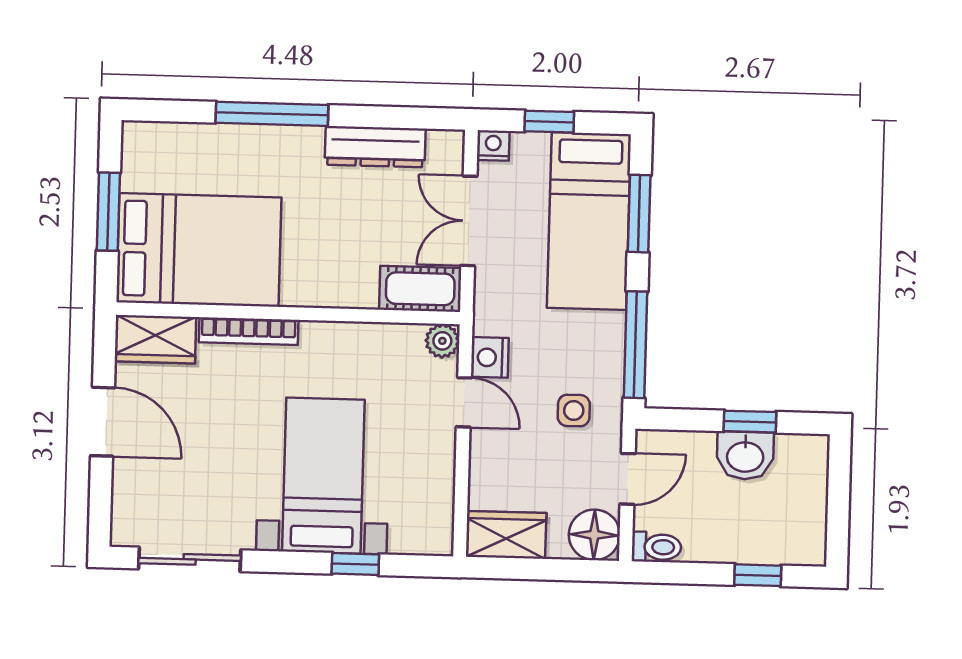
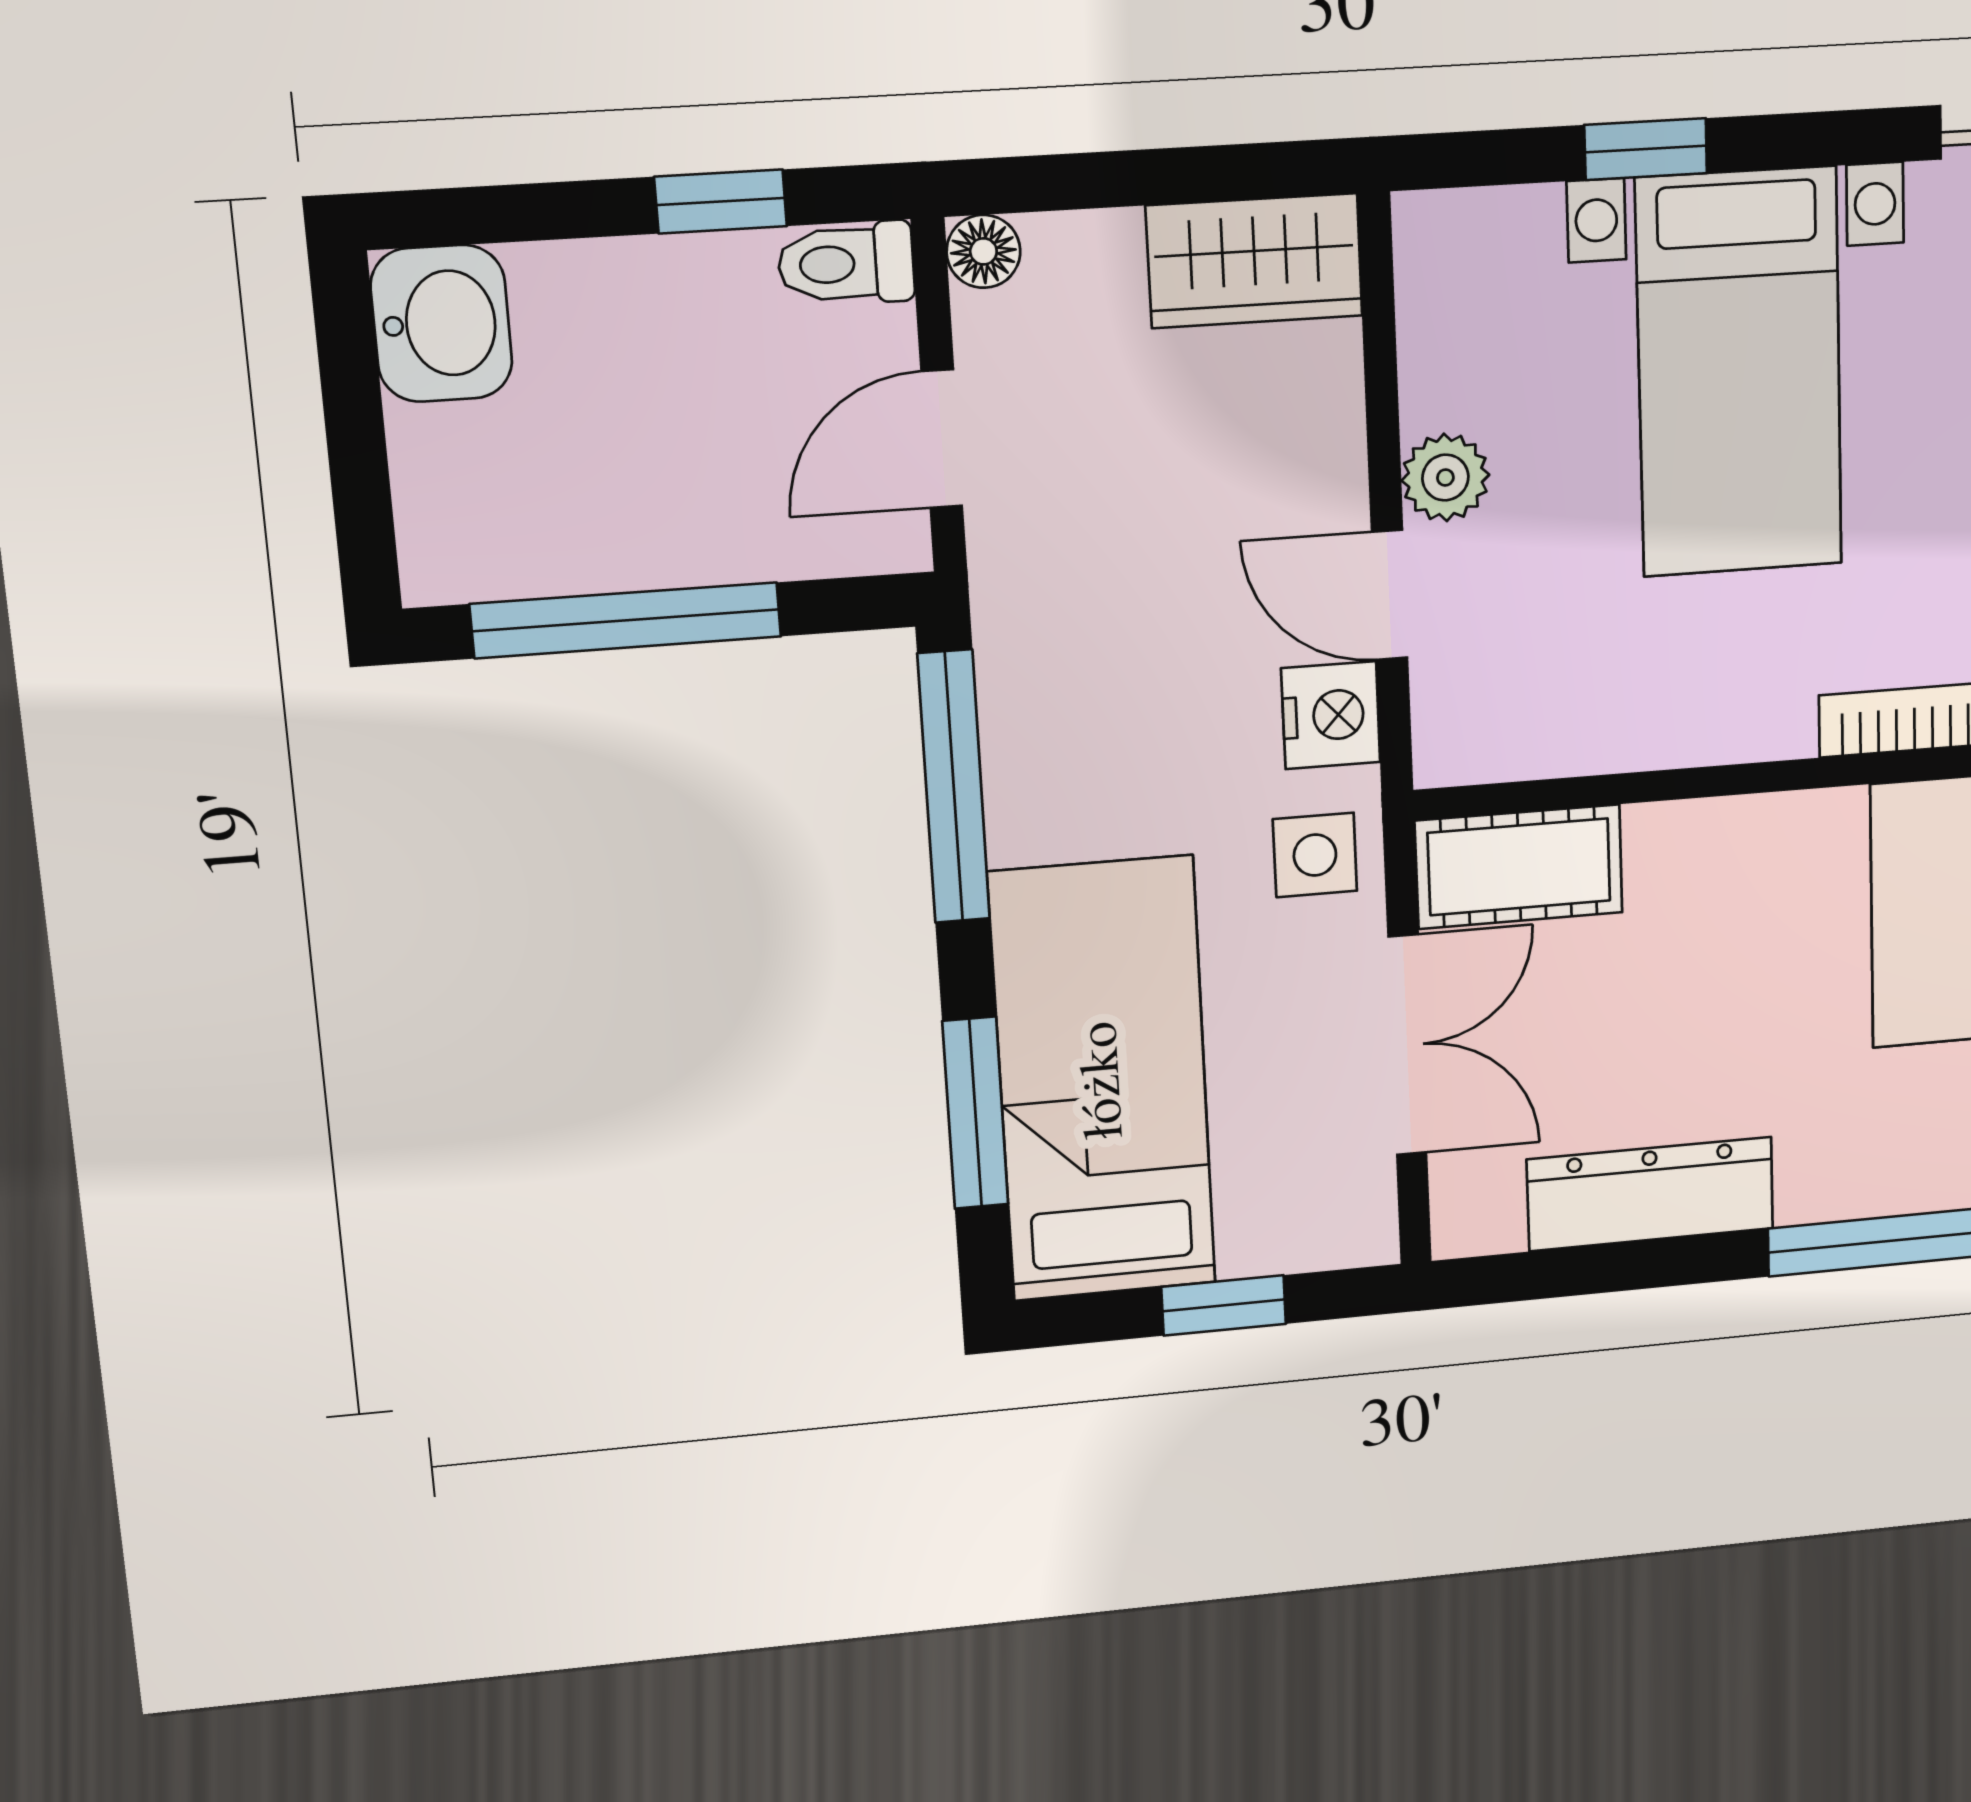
nightstand: (493, 145) -> (1359, 1232), removed
plant: (442, 341) -> (1445, 478), moved
side table: (574, 410) -> (1315, 855), moved
window: (750, 422) -> (626, 620), width x2.17
washbasin: (745, 456) -> (441, 323), moved, turned 90
floor lamp: (594, 535) -> (983, 251), width x0.53, depth x0.53
window: (758, 575) -> (721, 201), moved

